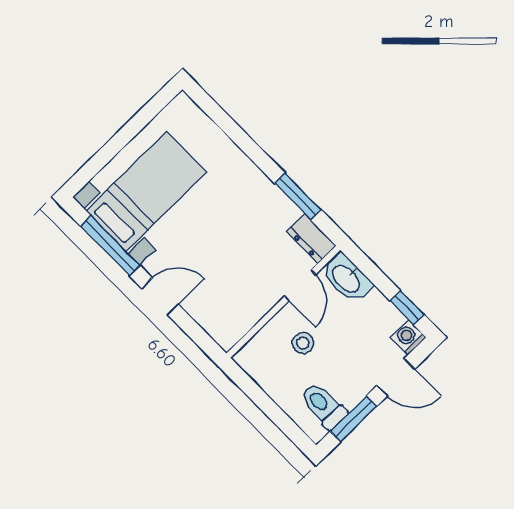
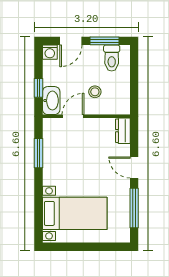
bed with nightstands: (146, 192) -> (75, 213), moved, turned 180
dresser: (311, 239) -> (123, 131), moved, turned 180
window: (407, 308) -> (39, 88), moved
door: (396, 377) -> (71, 41), swing flipped

